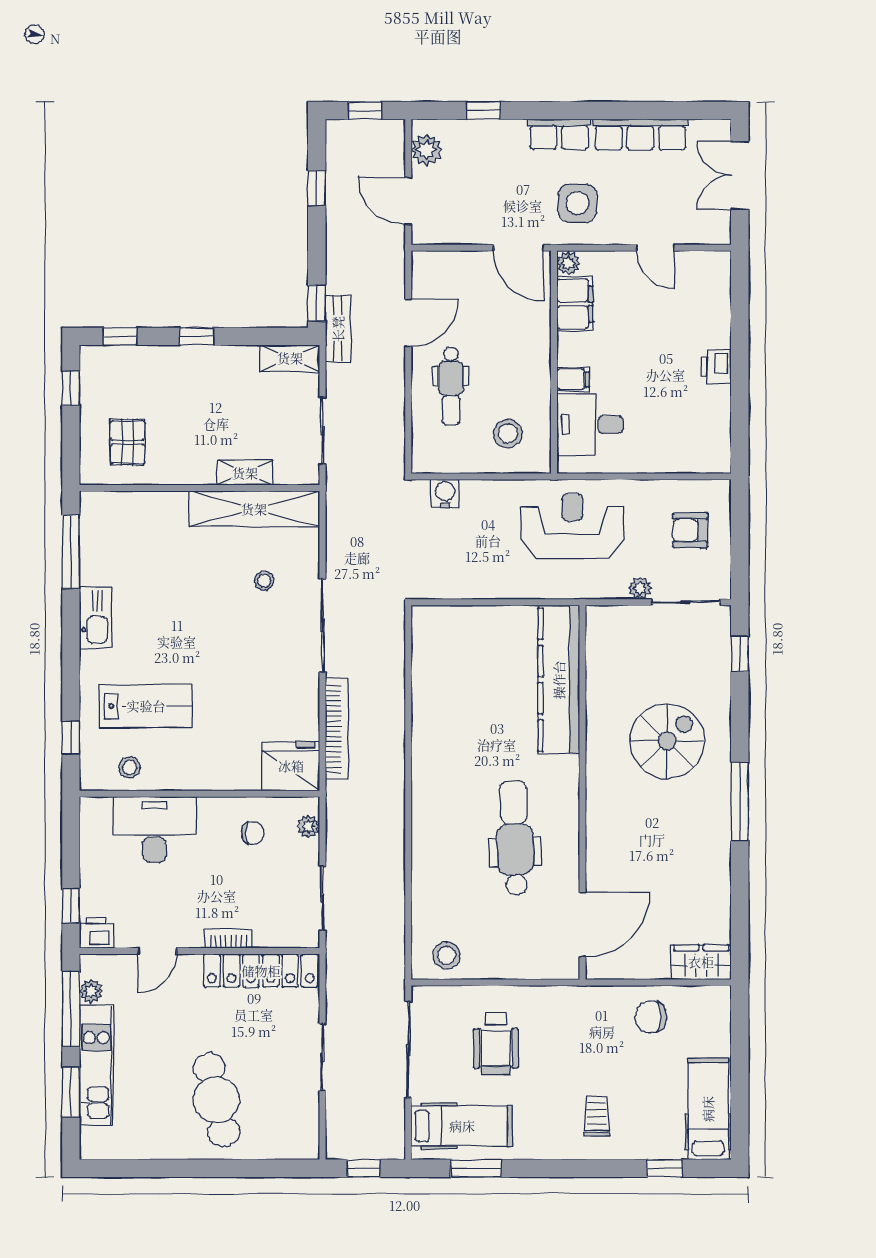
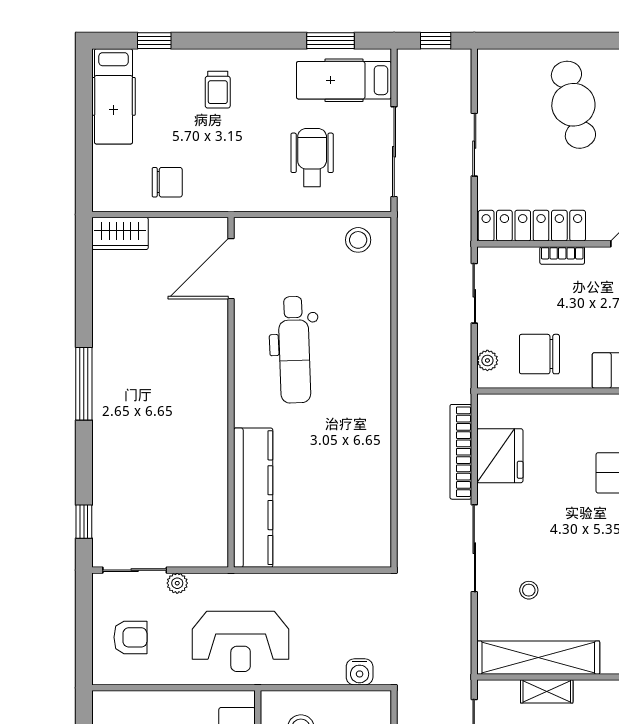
spiral stairs: (667, 741) -> (152, 440), removed
fridge: (291, 766) -> (500, 456), moved, turned -90
chair: (253, 833) -> (539, 354), width x1.87, depth x1.87

